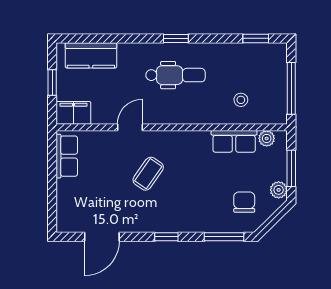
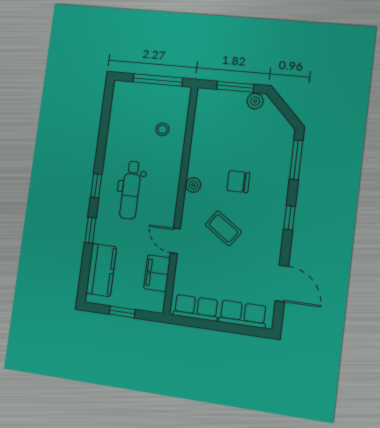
window: (256, 38) -> (90, 230), moved
dental chair: (175, 75) -> (131, 190), turned 180
filing cabinet: (73, 113) -> (157, 273), moved
plant: (267, 138) -> (193, 185), moved
row of seats: (234, 141) -> (243, 314), moved, turned -90
chair: (244, 202) -> (238, 182), moved

